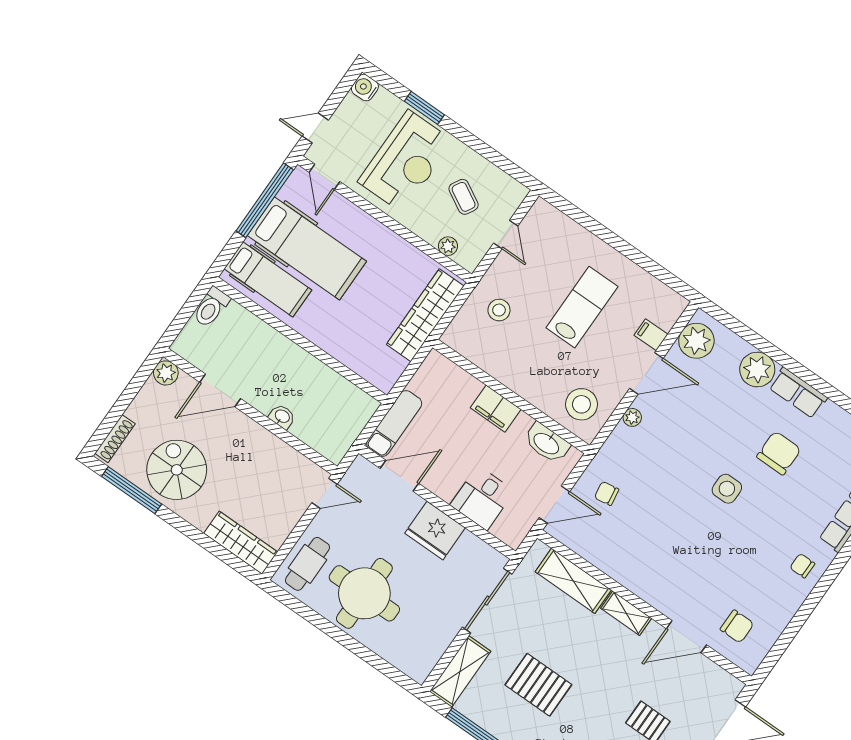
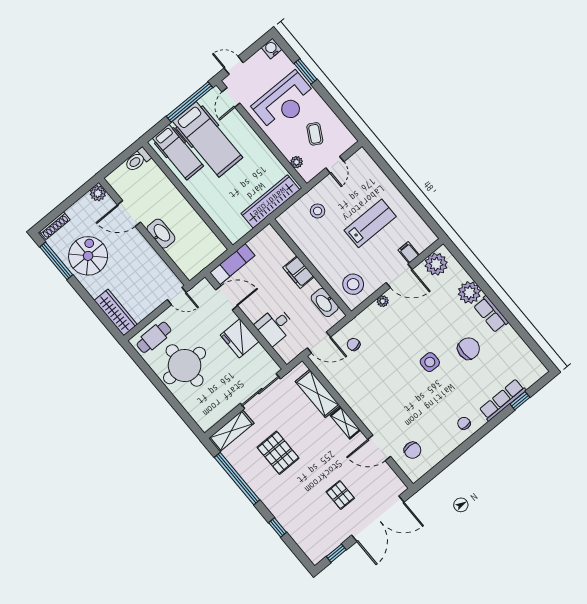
washbasin: (282, 417) -> (161, 234), width x1.91, depth x1.45

